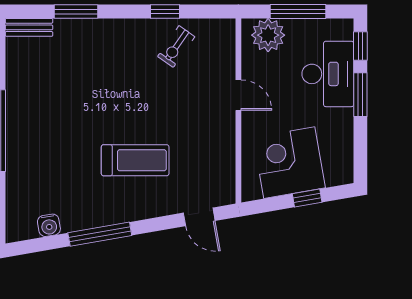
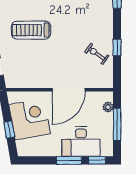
plant: (268, 35) -> (108, 107), width x0.53, depth x0.53
door: (238, 95) -> (69, 90), width x1.88
treadmill: (135, 160) -> (31, 30), turned 90

